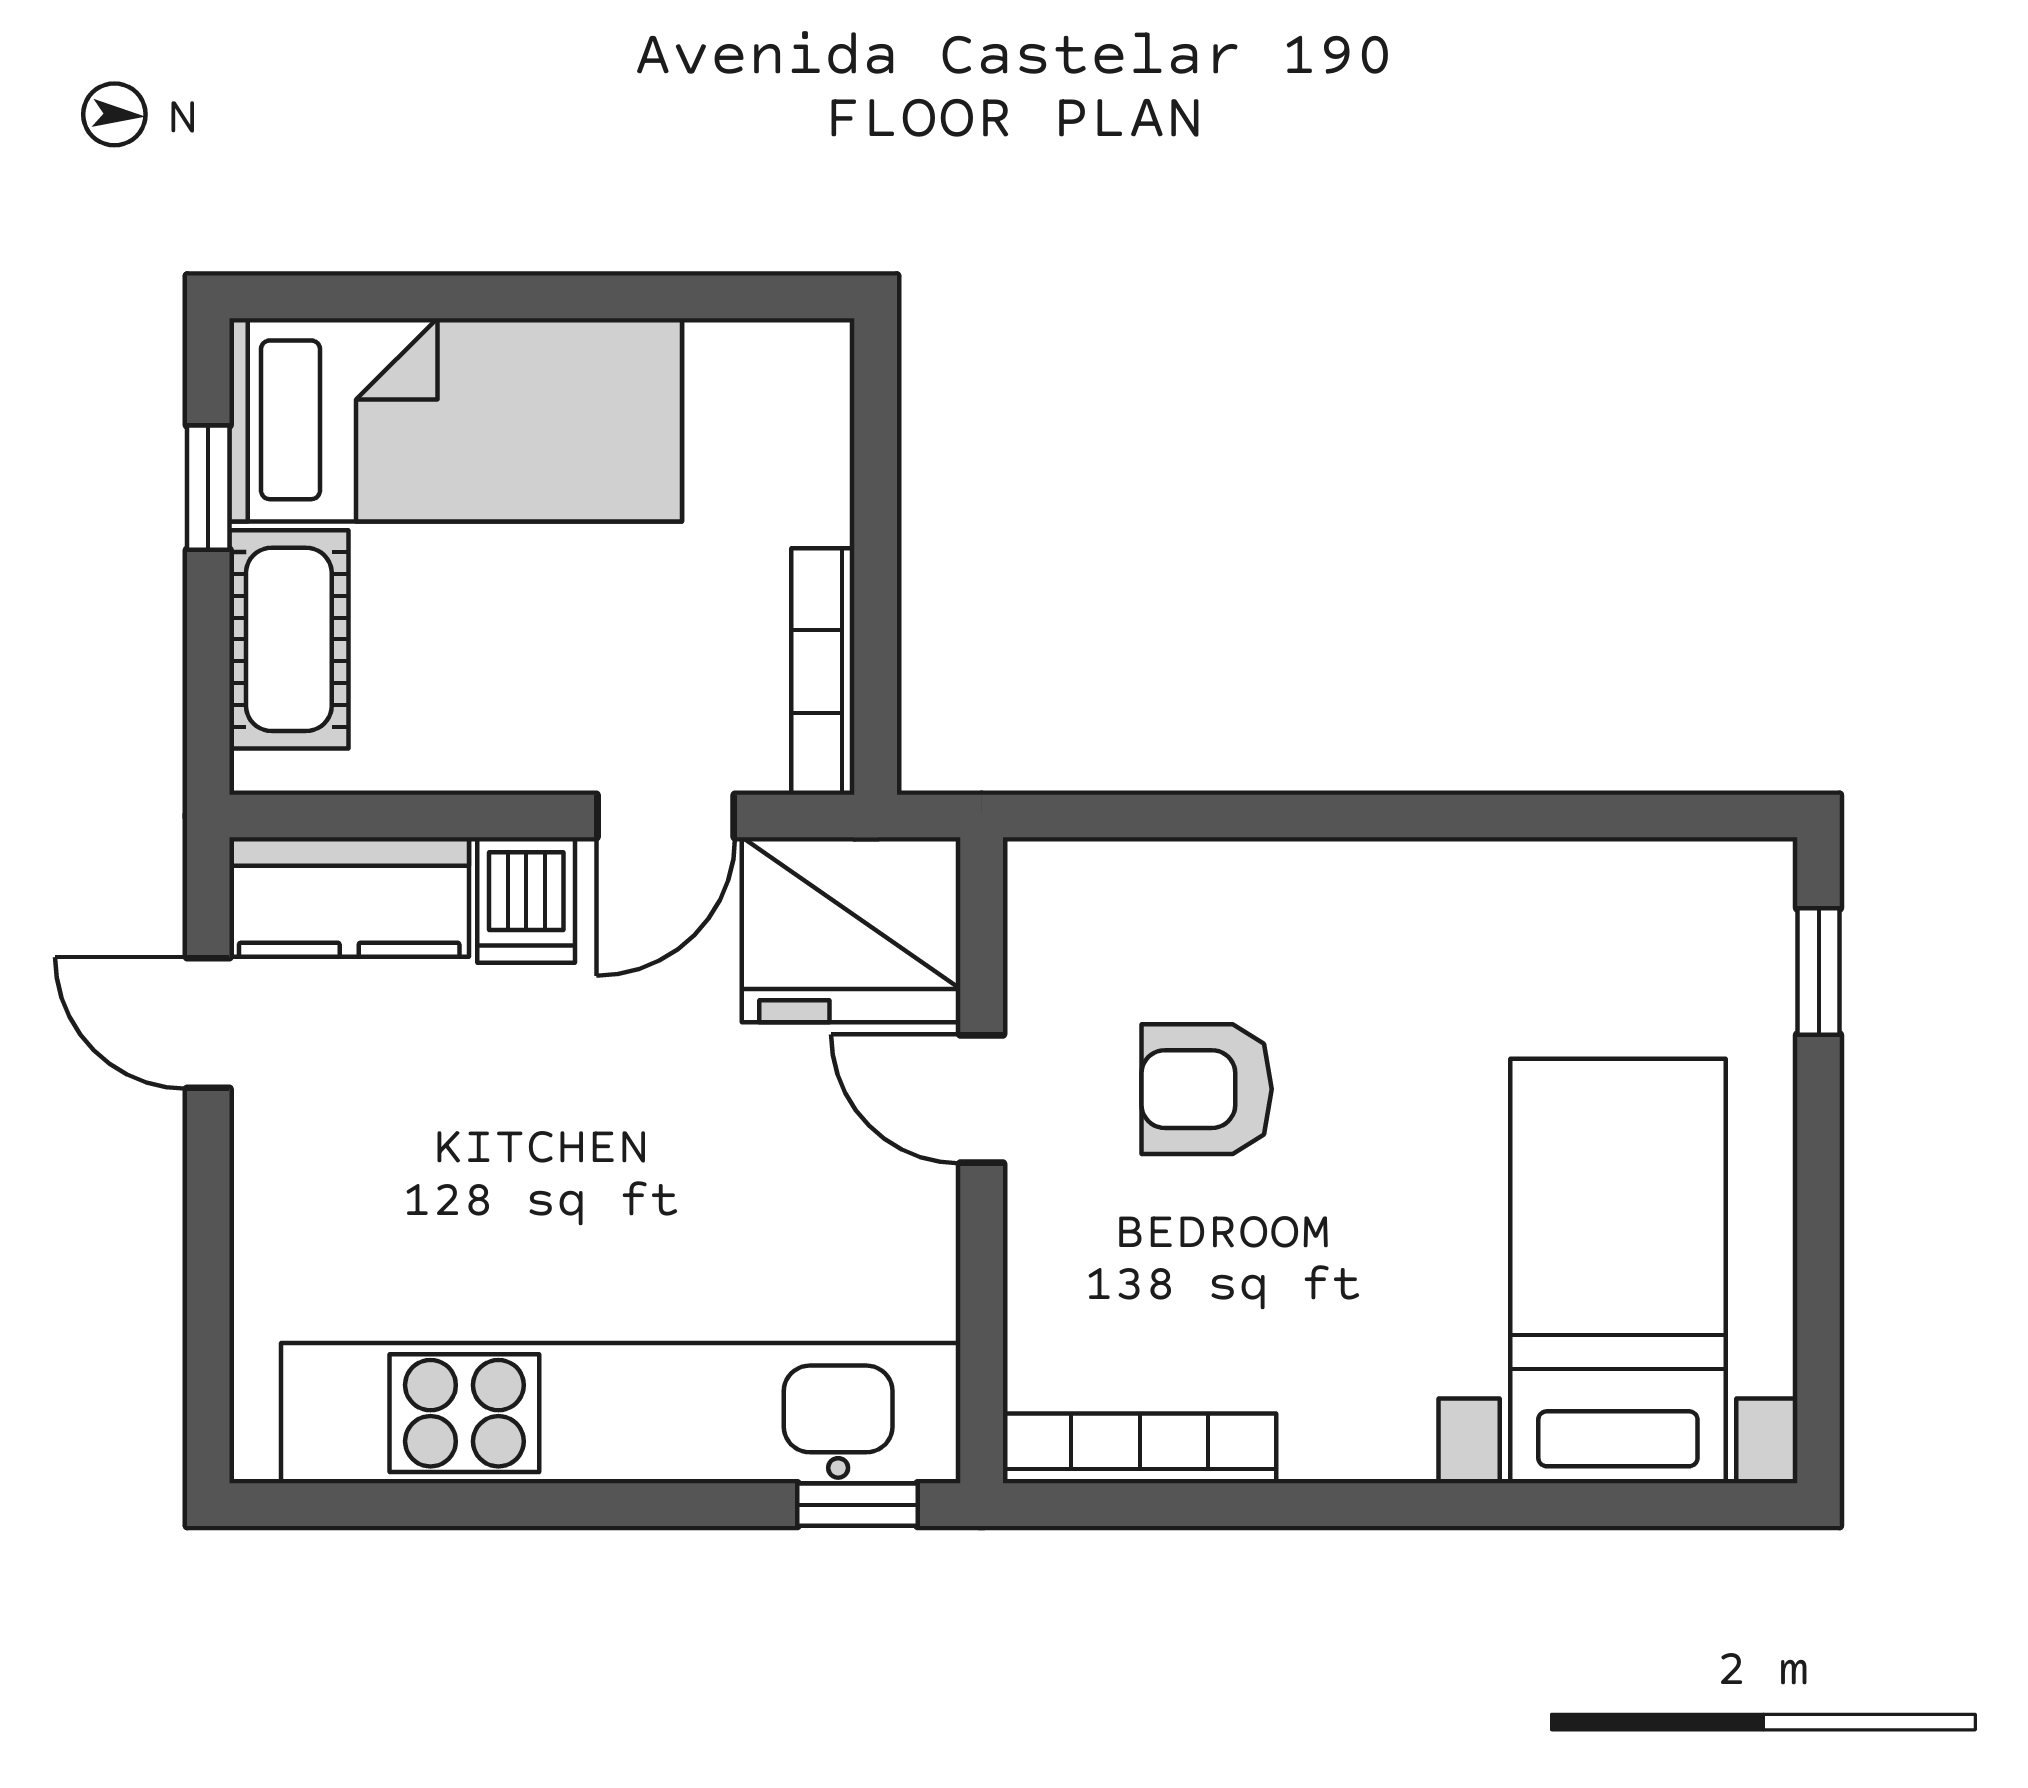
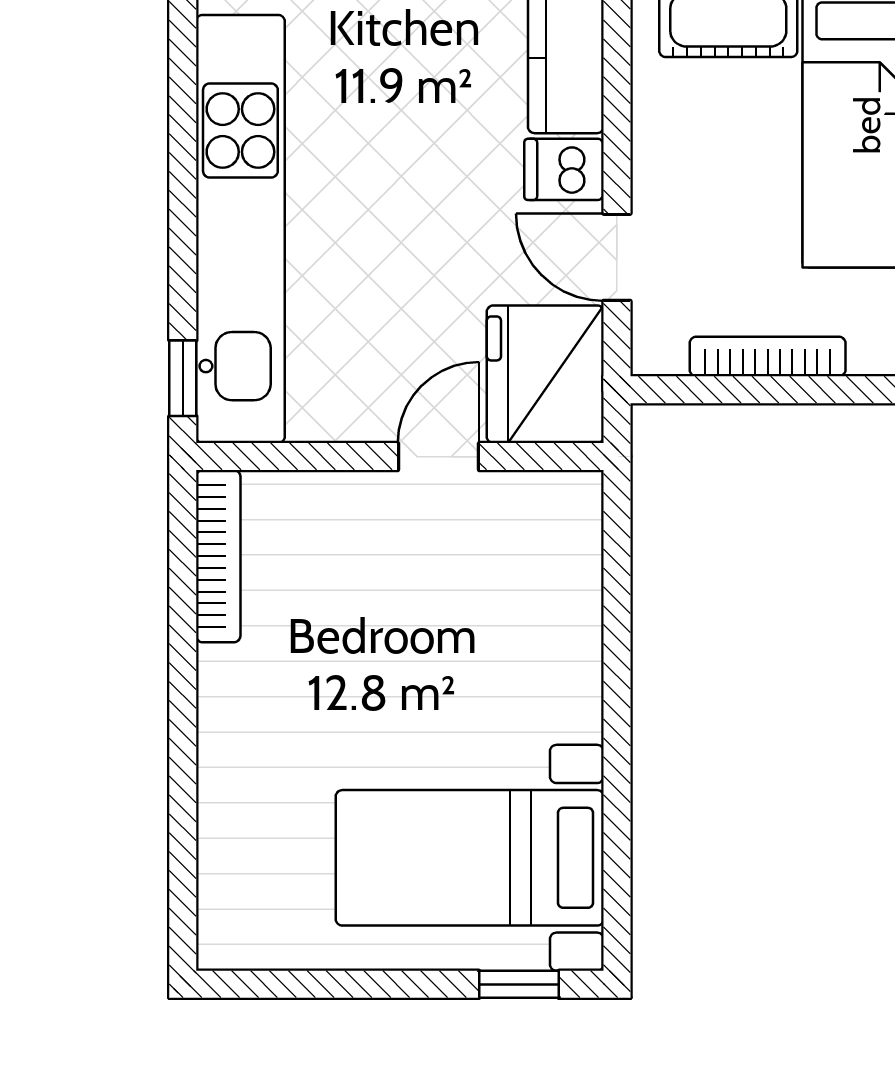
bookcase: (823, 671) -> (768, 357), moved
armchair: (1207, 1089) -> (445, 598), removed
bed with nightstands: (1618, 1271) -> (470, 858), moved, turned 180

